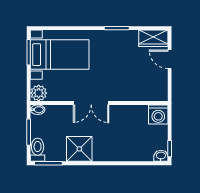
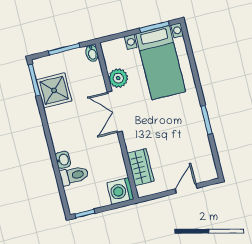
wardrobe: (153, 38) -> (141, 167), moved, turned 180
plant: (39, 93) -> (118, 78), moved
shower: (79, 149) -> (54, 90), moved
toilet: (38, 150) -> (74, 175), moved
washbasin: (161, 156) -> (63, 160), moved

